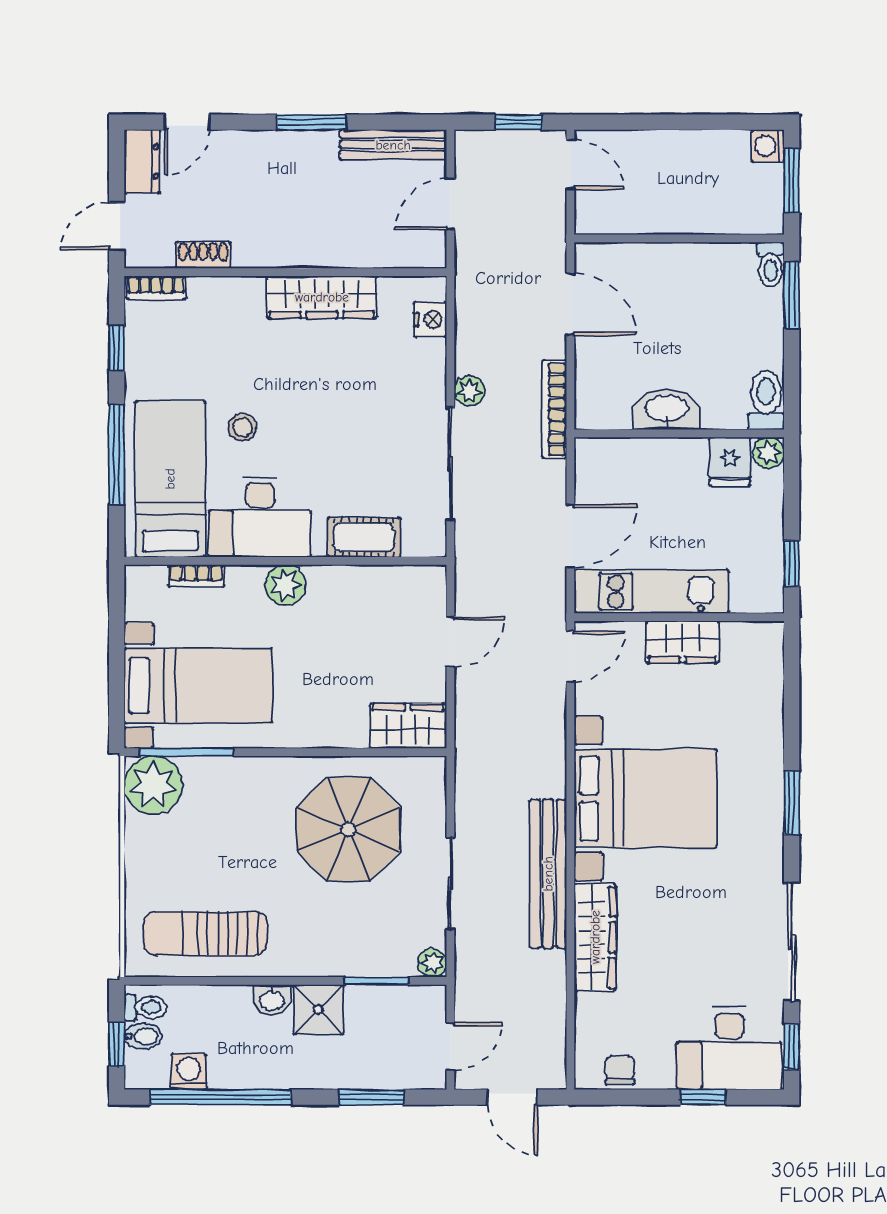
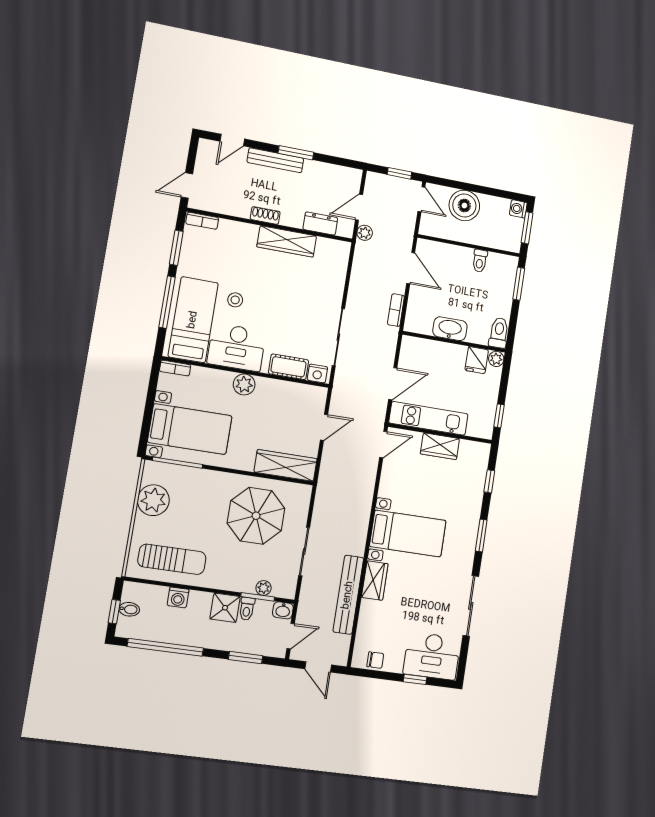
bench: (393, 145) -> (275, 160), moved
boiler: (658, 160) -> (464, 205), added
dresser: (142, 162) -> (320, 223), moved, turned -90
shoe rack: (203, 255) -> (265, 215), moved
toilet: (771, 264) -> (480, 261), moved
nightstand: (430, 320) -> (317, 373), moved, turned 90
window: (117, 348) -> (176, 248), width x1.50
plant: (469, 391) -> (365, 233), moved
bookcase: (554, 409) -> (396, 310), width x0.64
bookcase: (196, 576) -> (175, 368), moved
wardrobe: (408, 726) -> (286, 465), width x1.50
plant: (153, 785) -> (153, 500), moved
bed with nightstands: (645, 798) -> (408, 533), width x0.73
bench: (548, 874) -> (348, 595), moved
sun lounger: (205, 933) -> (172, 559), turned 180
wardrobe: (595, 937) -> (375, 581), width x0.67
plant: (432, 963) -> (264, 588), moved
washbasin: (272, 1000) -> (283, 610), moved
toilet: (145, 1007) -> (247, 609), moved, turned 90
window: (792, 1047) -> (489, 481), moved
chair: (620, 1070) -> (375, 660), turned 90
washing machine: (189, 1072) -> (178, 598), moved, turned 180

